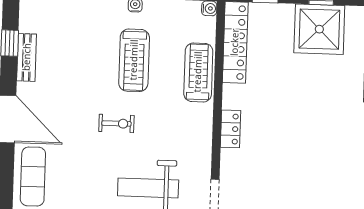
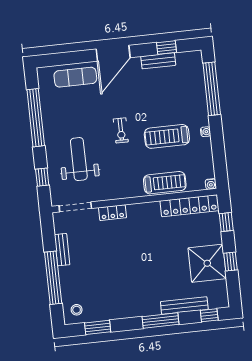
locker: (230, 129) -> (112, 213), moved

